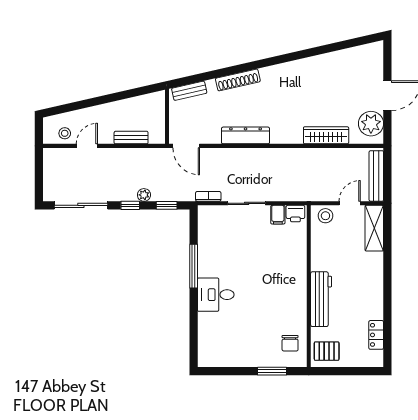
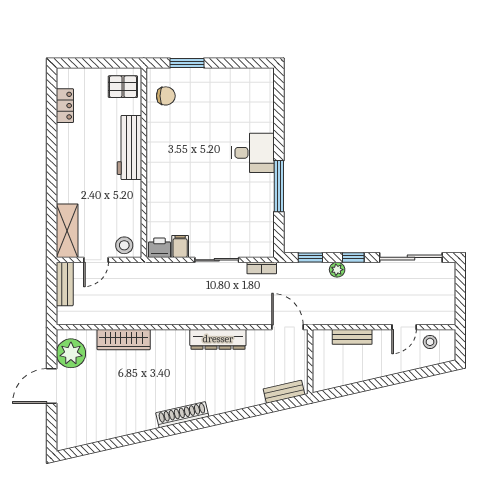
shoe rack: (238, 80) -> (182, 415), moved
bench: (376, 176) -> (65, 284), width x0.73
chair: (290, 343) -> (166, 96), turned 90

